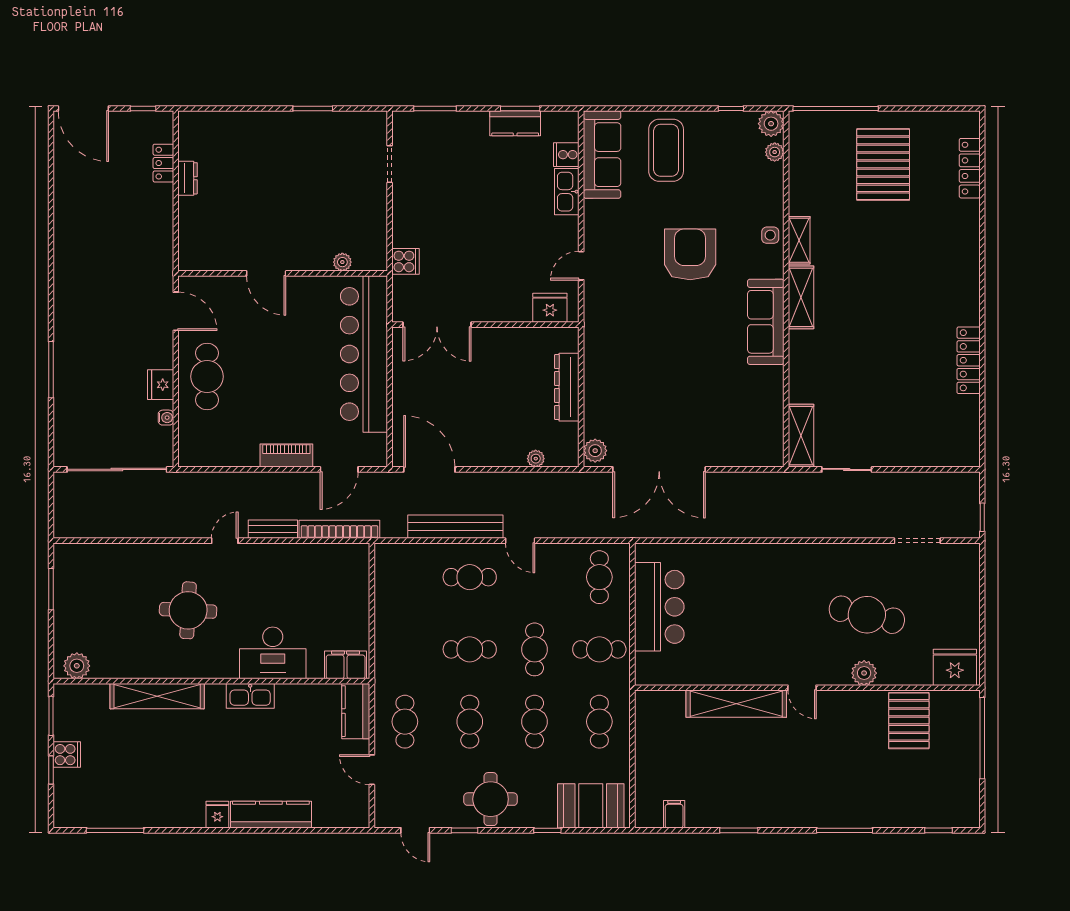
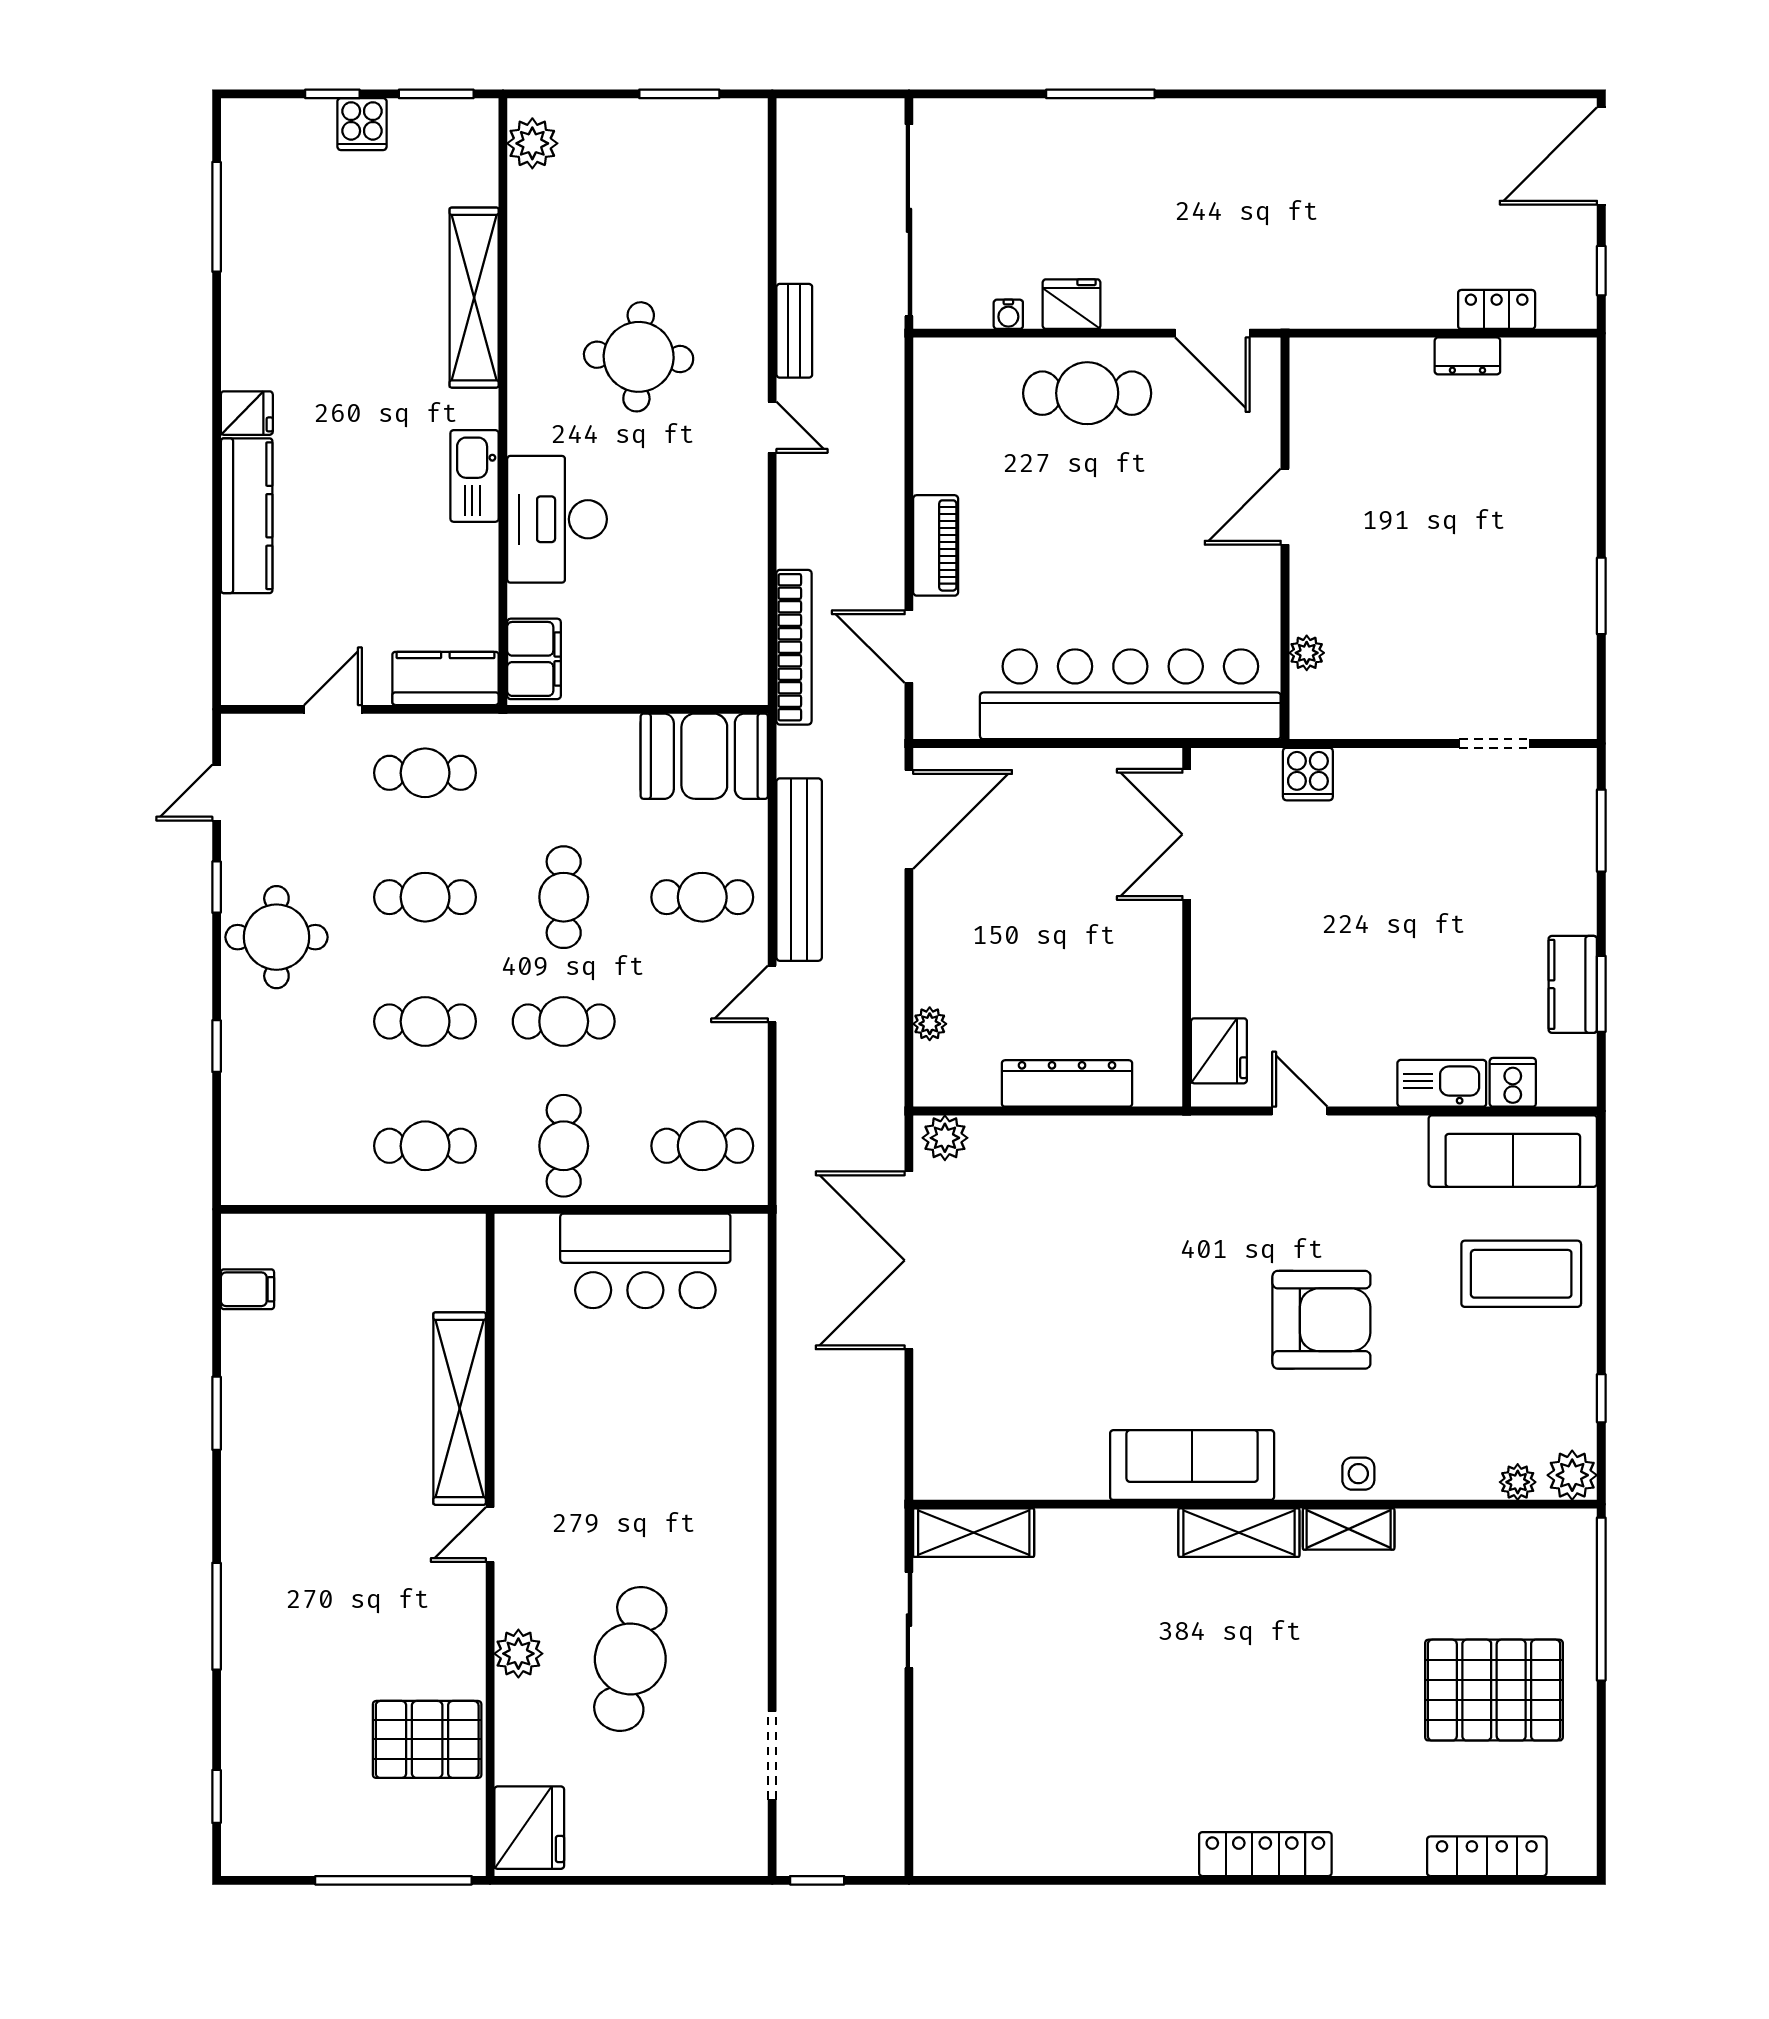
door: (176, 311) -> (1212, 333), hinge flipped
locker: (969, 360) -> (1265, 1854), moved
bench: (273, 529) -> (794, 331), moved
cafe table: (470, 577) -> (702, 897), turned 90
booth: (591, 806) -> (704, 756), moved, turned 90

